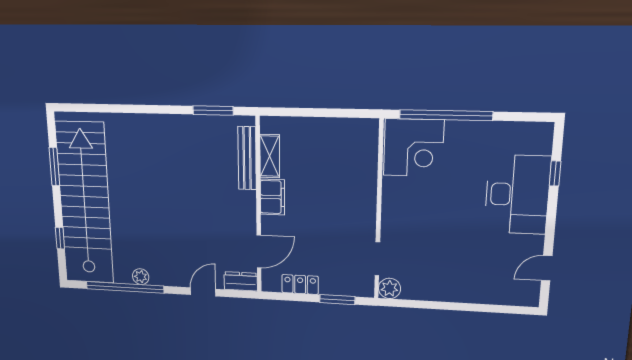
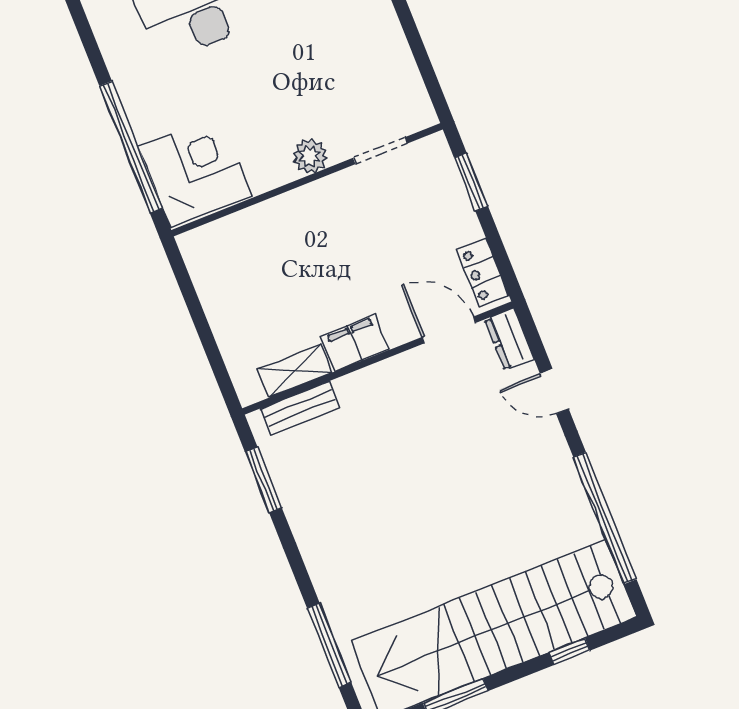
window: (105, 108) -> (329, 645), added
bench: (247, 158) -> (300, 408), width x0.73
plant: (141, 277) -> (575, 499), removed
locker: (300, 284) -> (483, 273), moved
plant: (390, 288) -> (310, 156), moved

